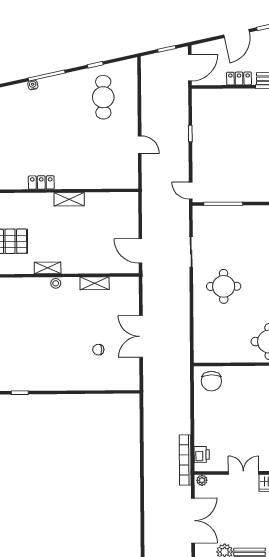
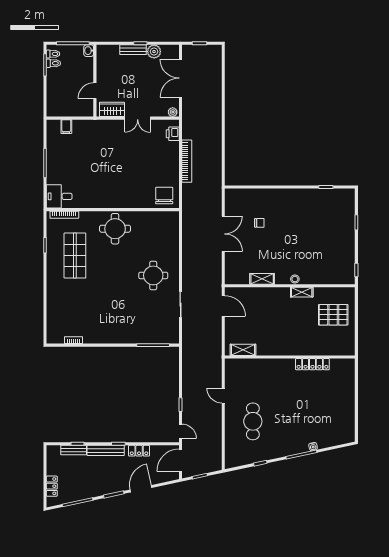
cafe table: (103, 97) -> (253, 421), moved
locker: (41, 182) -> (312, 364), width x1.53
door: (191, 191) -> (180, 431), moved
shelving: (69, 199) -> (243, 350), moved
bookcase: (185, 460) -> (187, 161), moved

